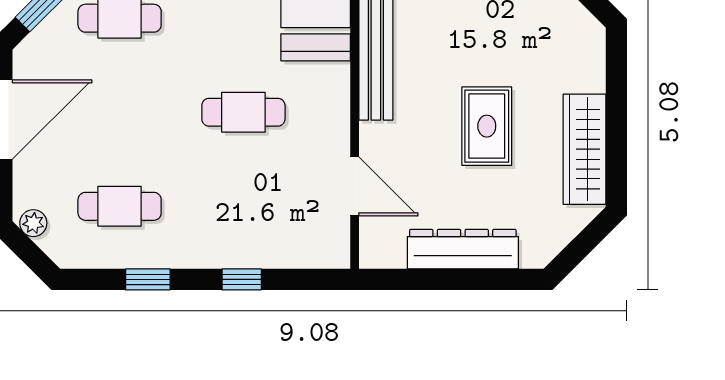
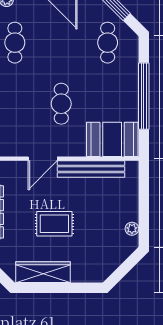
door: (355, 186) -> (43, 159), moved

